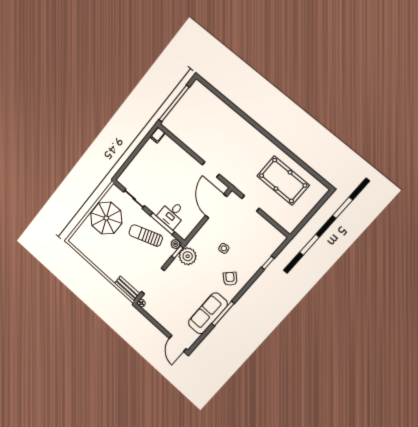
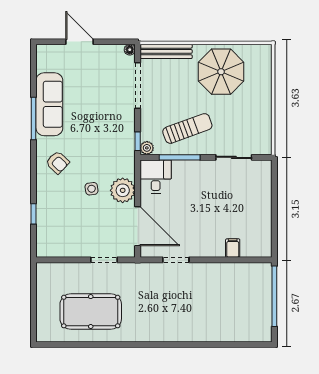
filing cabinet: (158, 135) -> (233, 248), moved
desk: (172, 214) -> (156, 177), moved
parasol: (106, 218) -> (221, 72), moved
plant: (188, 256) -> (123, 190), moved
bench: (127, 289) -> (166, 51), width x1.36
door: (178, 343) -> (80, 42), moved

